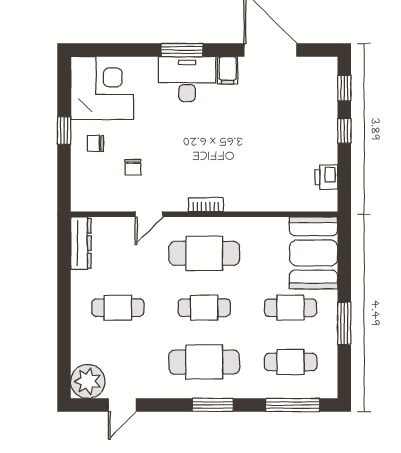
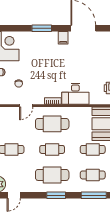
desk: (187, 79) -> (75, 94), moved, turned 180

